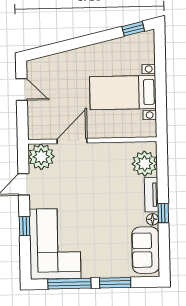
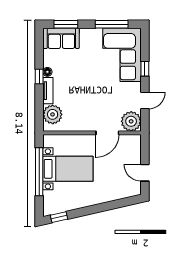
window: (161, 88) -> (39, 172), added
sofa: (146, 250) -> (61, 38), moved, turned 90
window: (115, 283) -> (66, 24), moved

